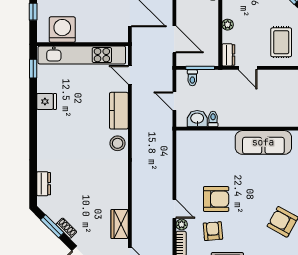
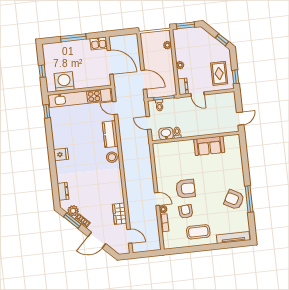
fridge: (47, 101) -> (61, 154), moved
sofa: (263, 142) -> (209, 146), width x0.73
plant: (55, 213) -> (73, 211), added

